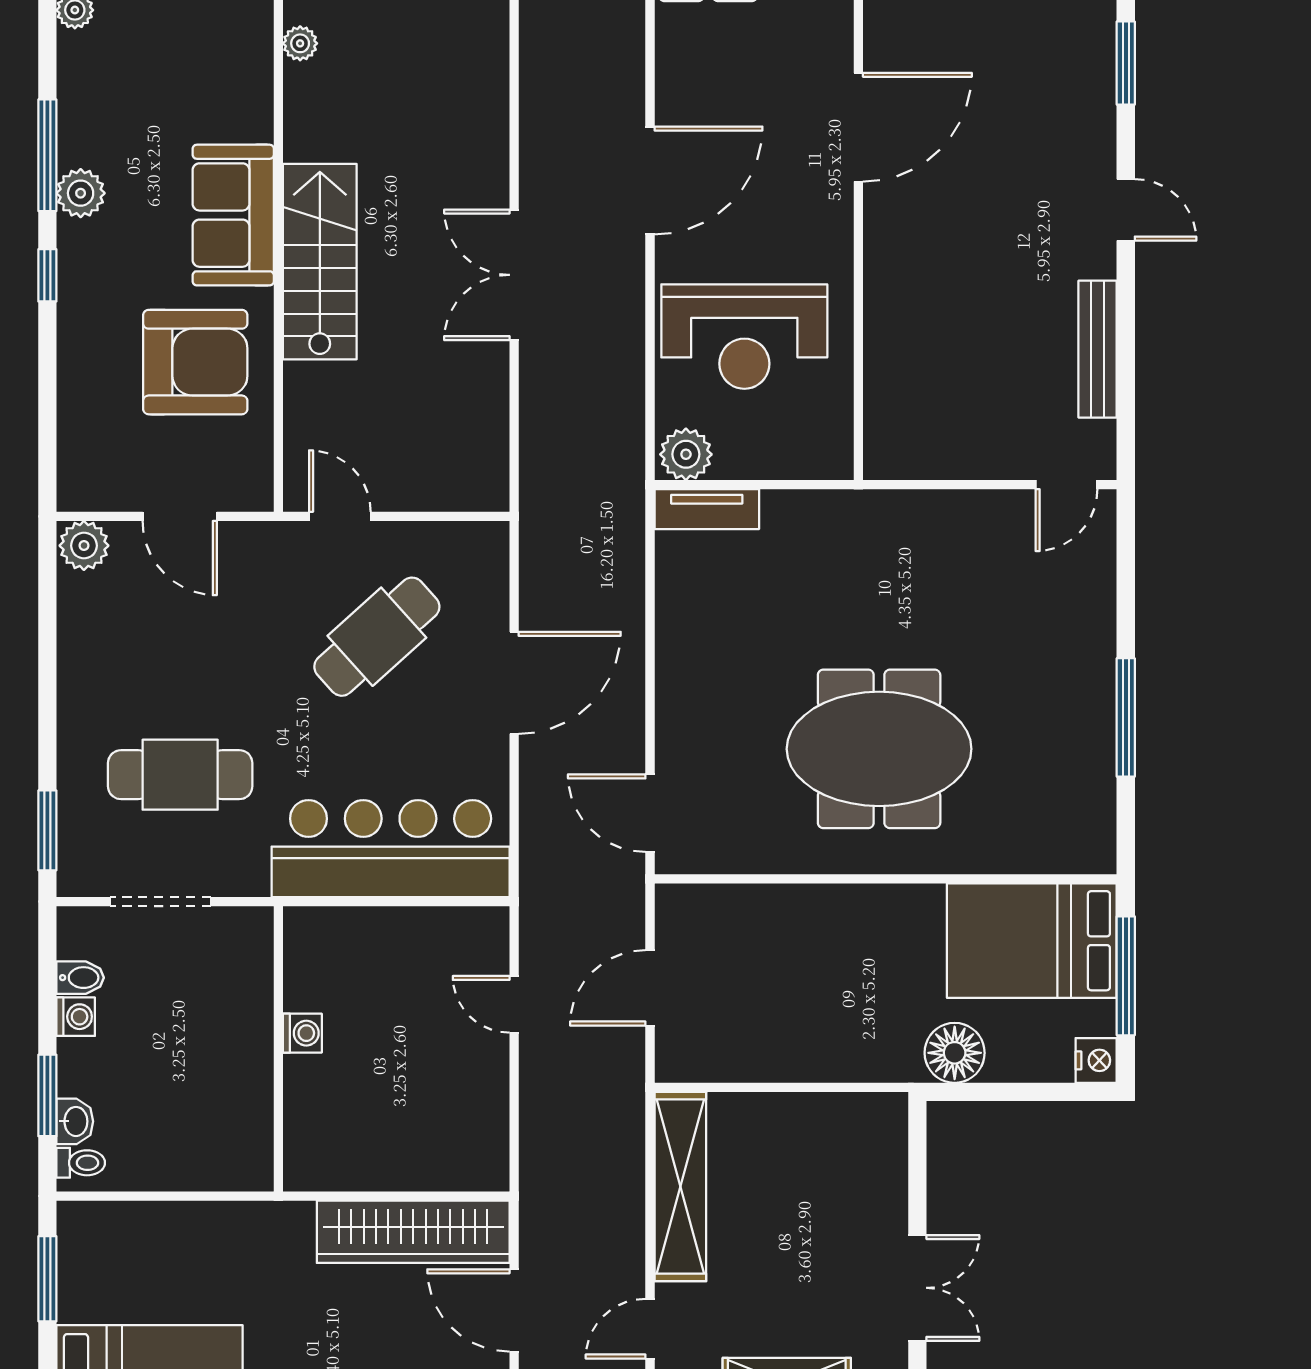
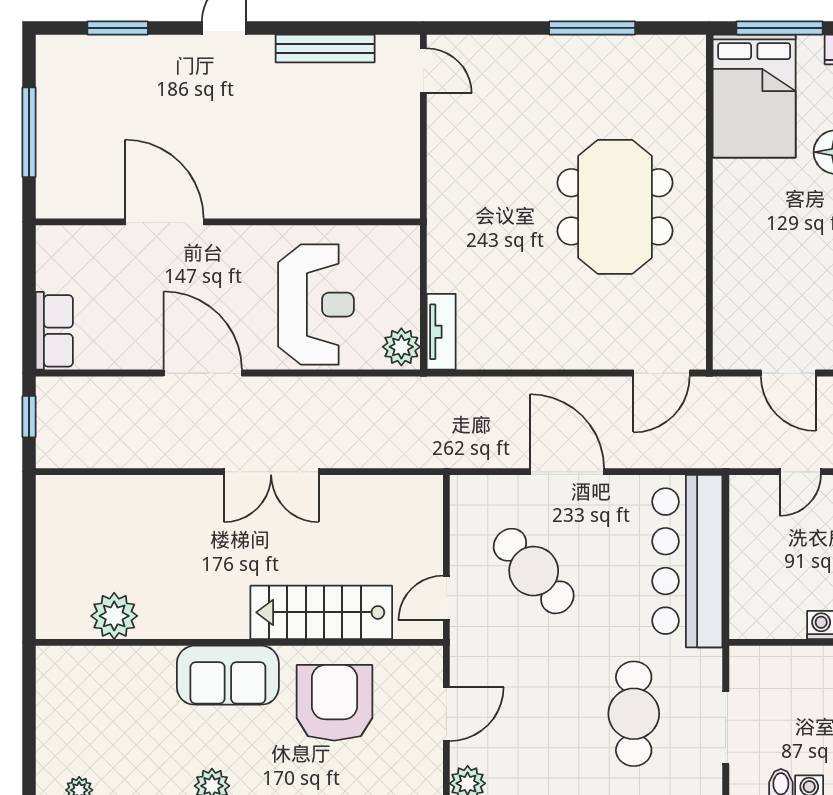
plant: (300, 43) -> (114, 616), width x1.87, depth x1.87
stairs: (320, 262) -> (321, 612), moved

